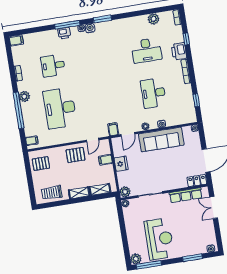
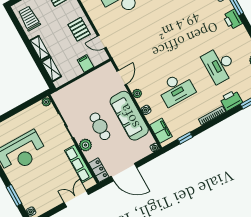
printer: (113, 26) -> (233, 19), added
desk: (153, 93) -> (176, 89), turned 180
filing cabinet: (113, 129) -> (161, 131), moved, width x2.00
door: (128, 134) -> (122, 78), swing flipped
fridge: (121, 164) -> (87, 82), removed
cafe table: (161, 167) -> (100, 126), added
plant: (125, 192) -> (85, 145), moved

